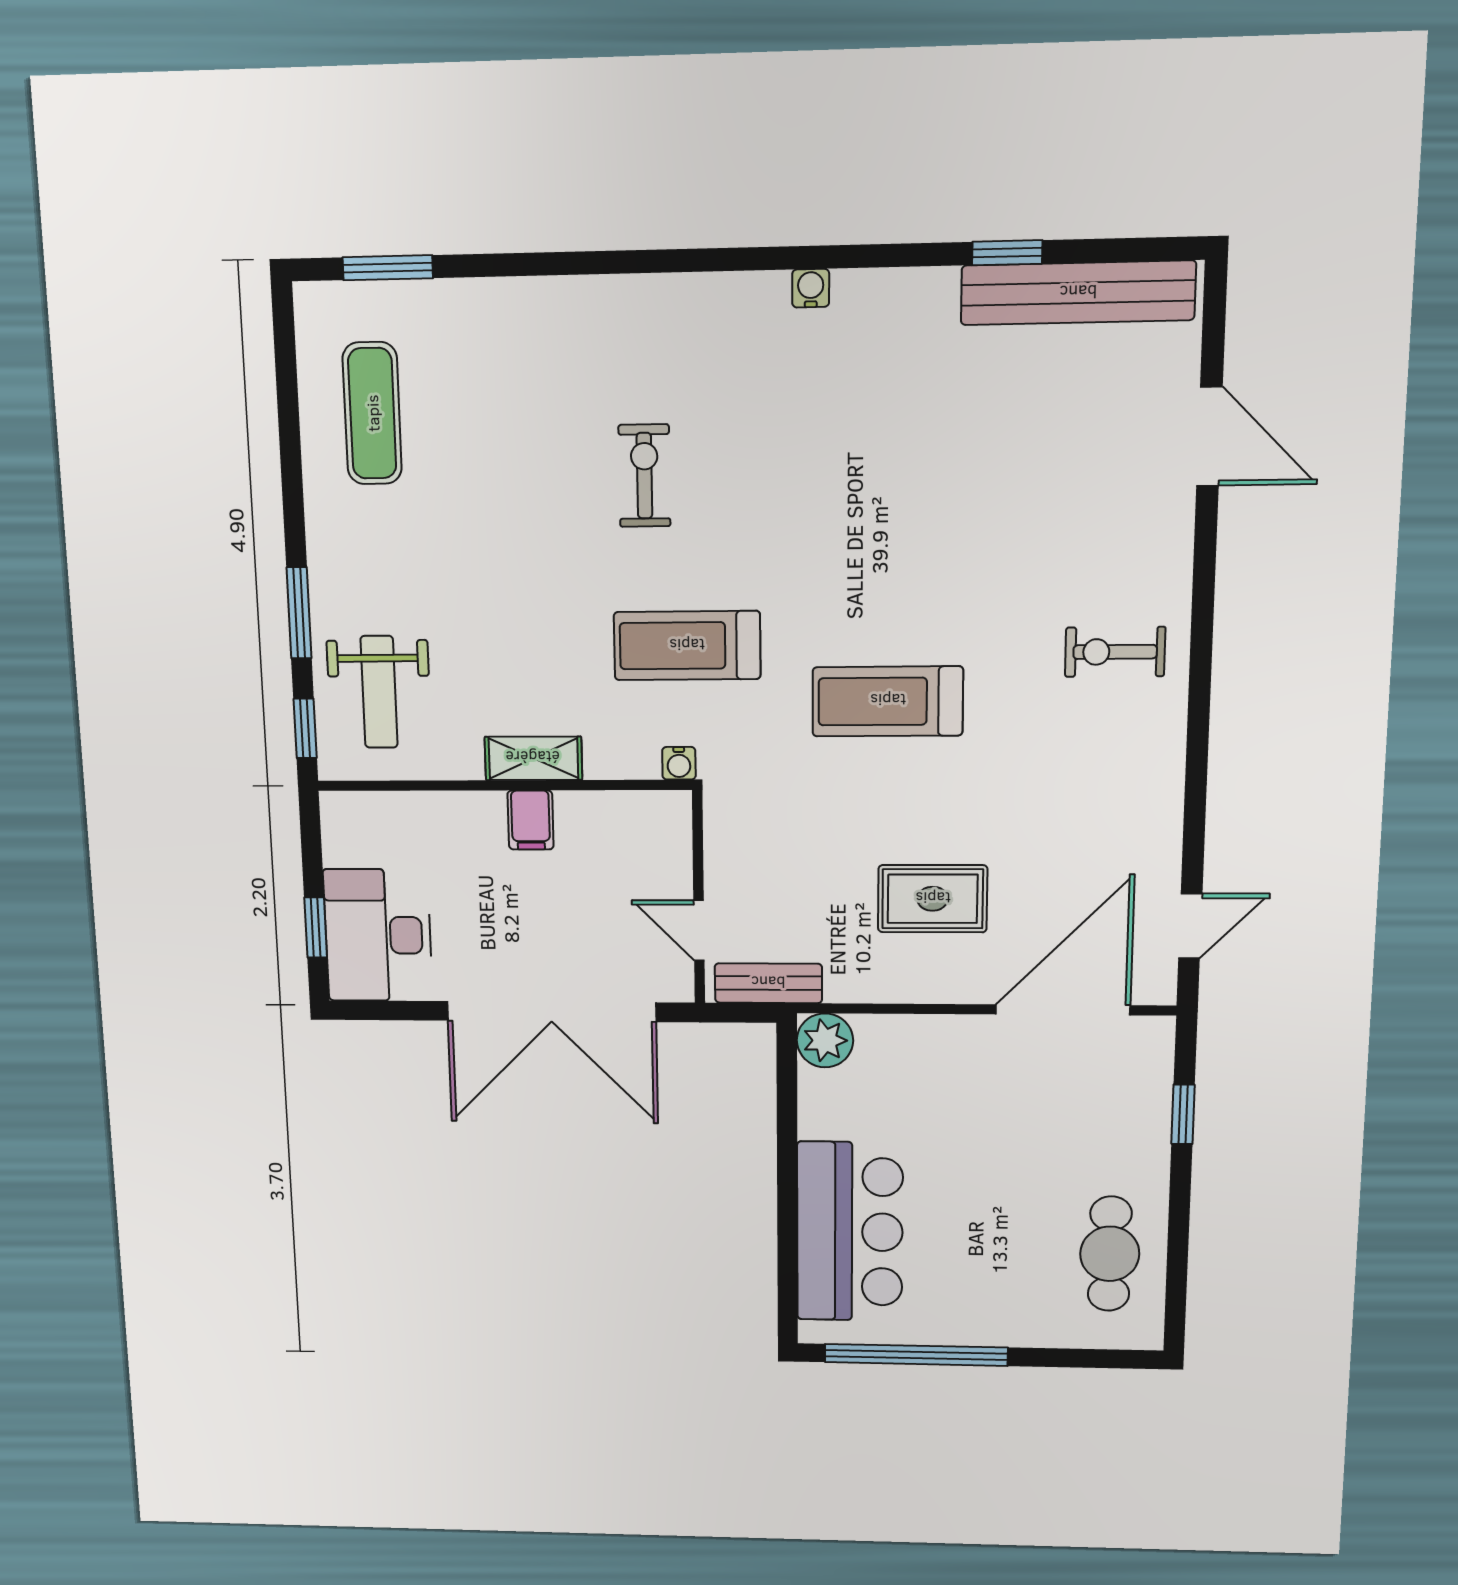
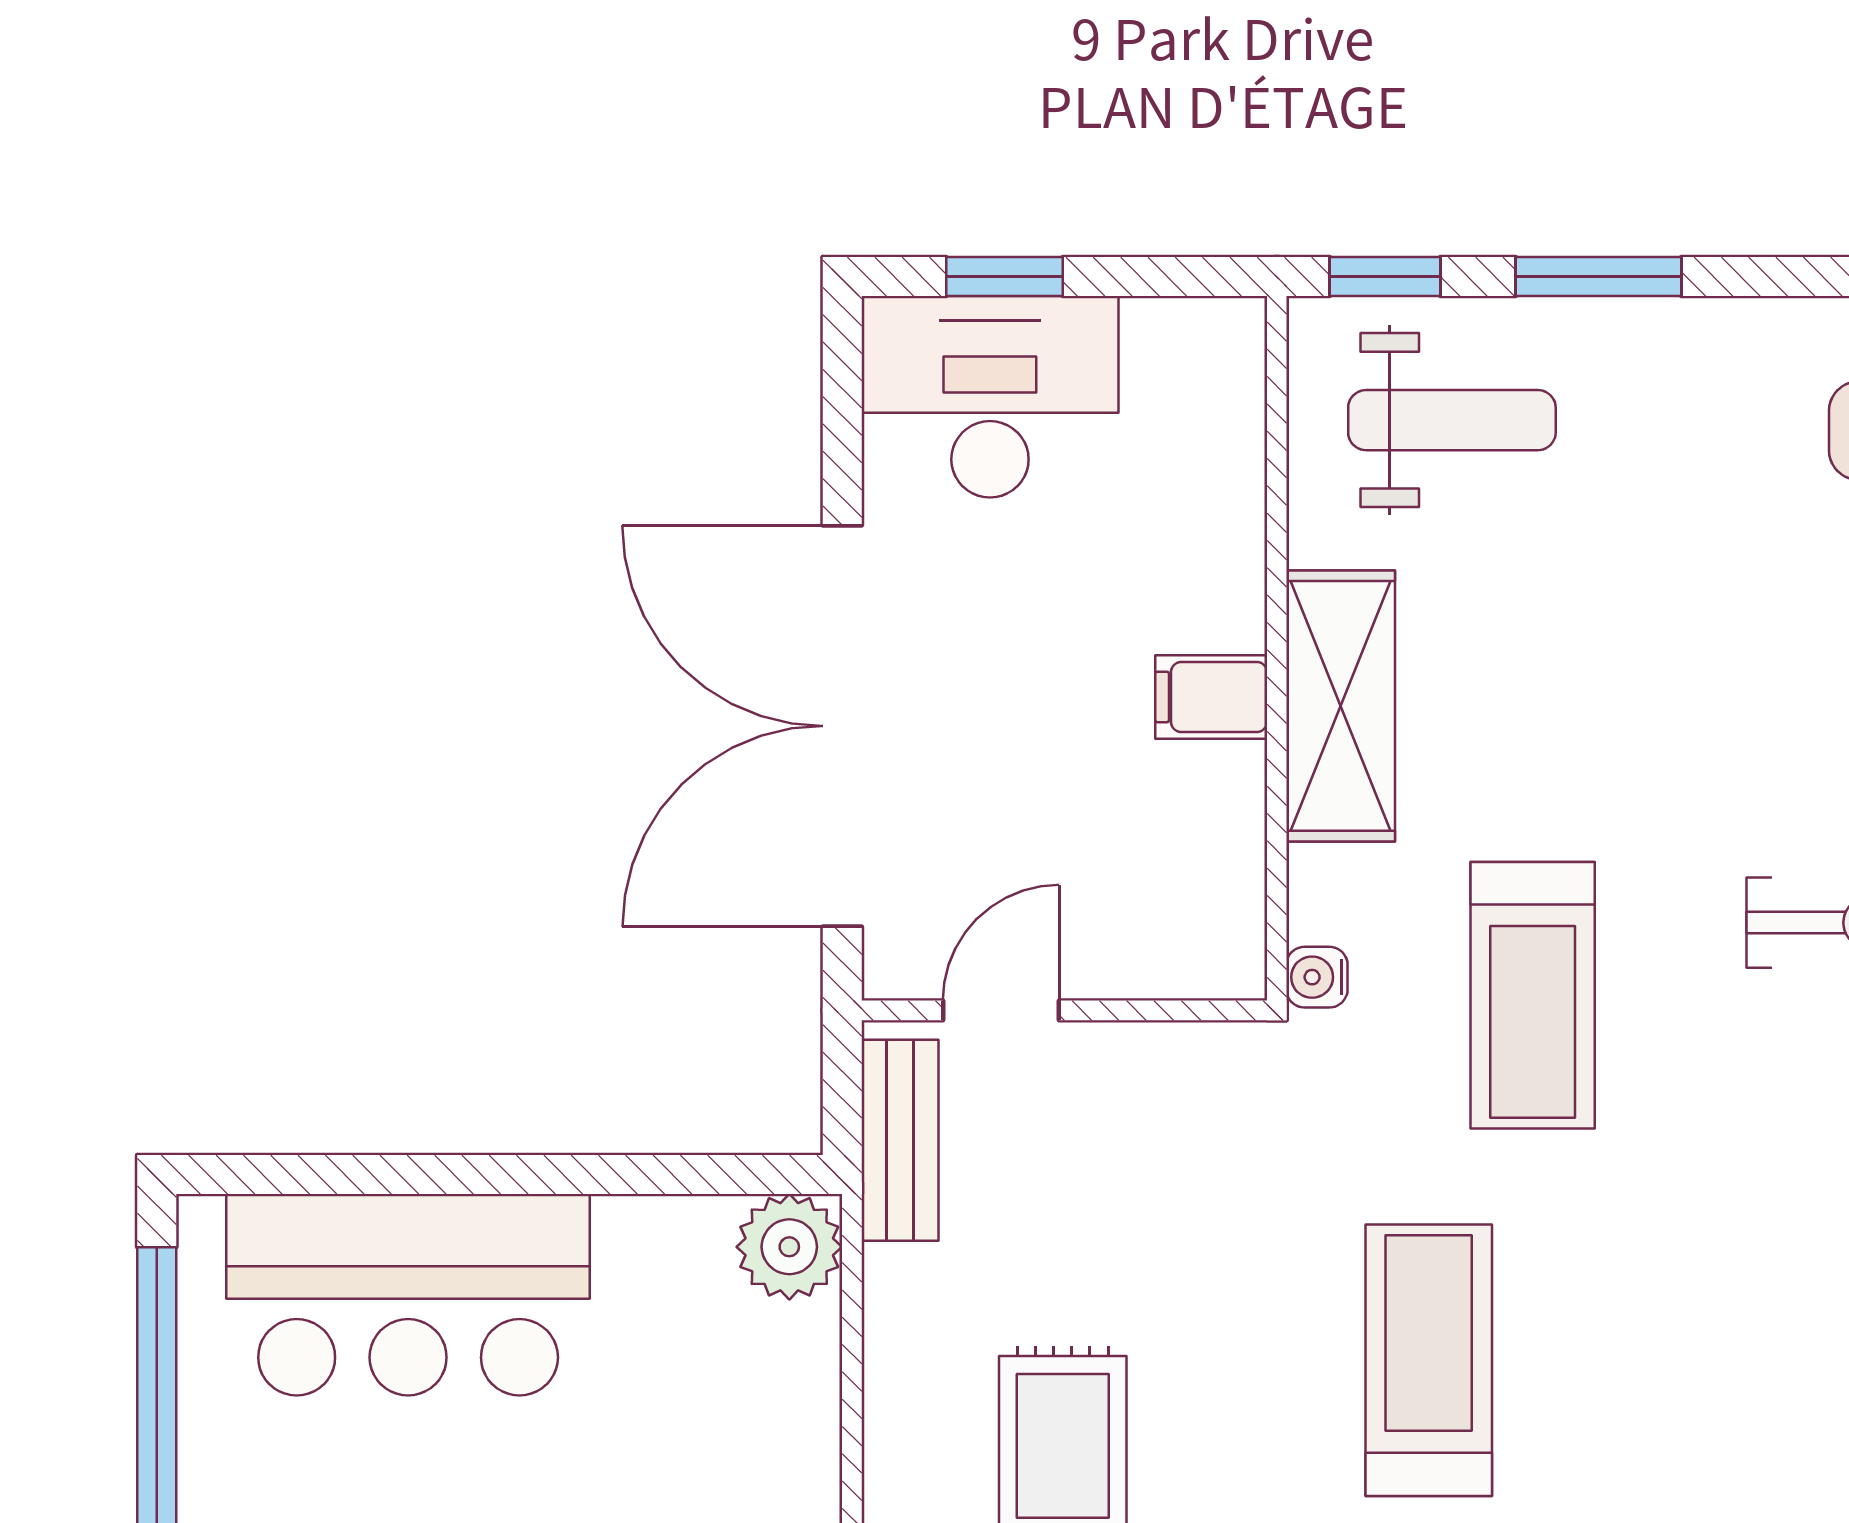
treadmill: (687, 646) -> (1533, 995), turned 180
weight bench: (379, 692) -> (1452, 420), turned 180
shelving: (533, 758) -> (1341, 706), width x1.50, depth x1.33

